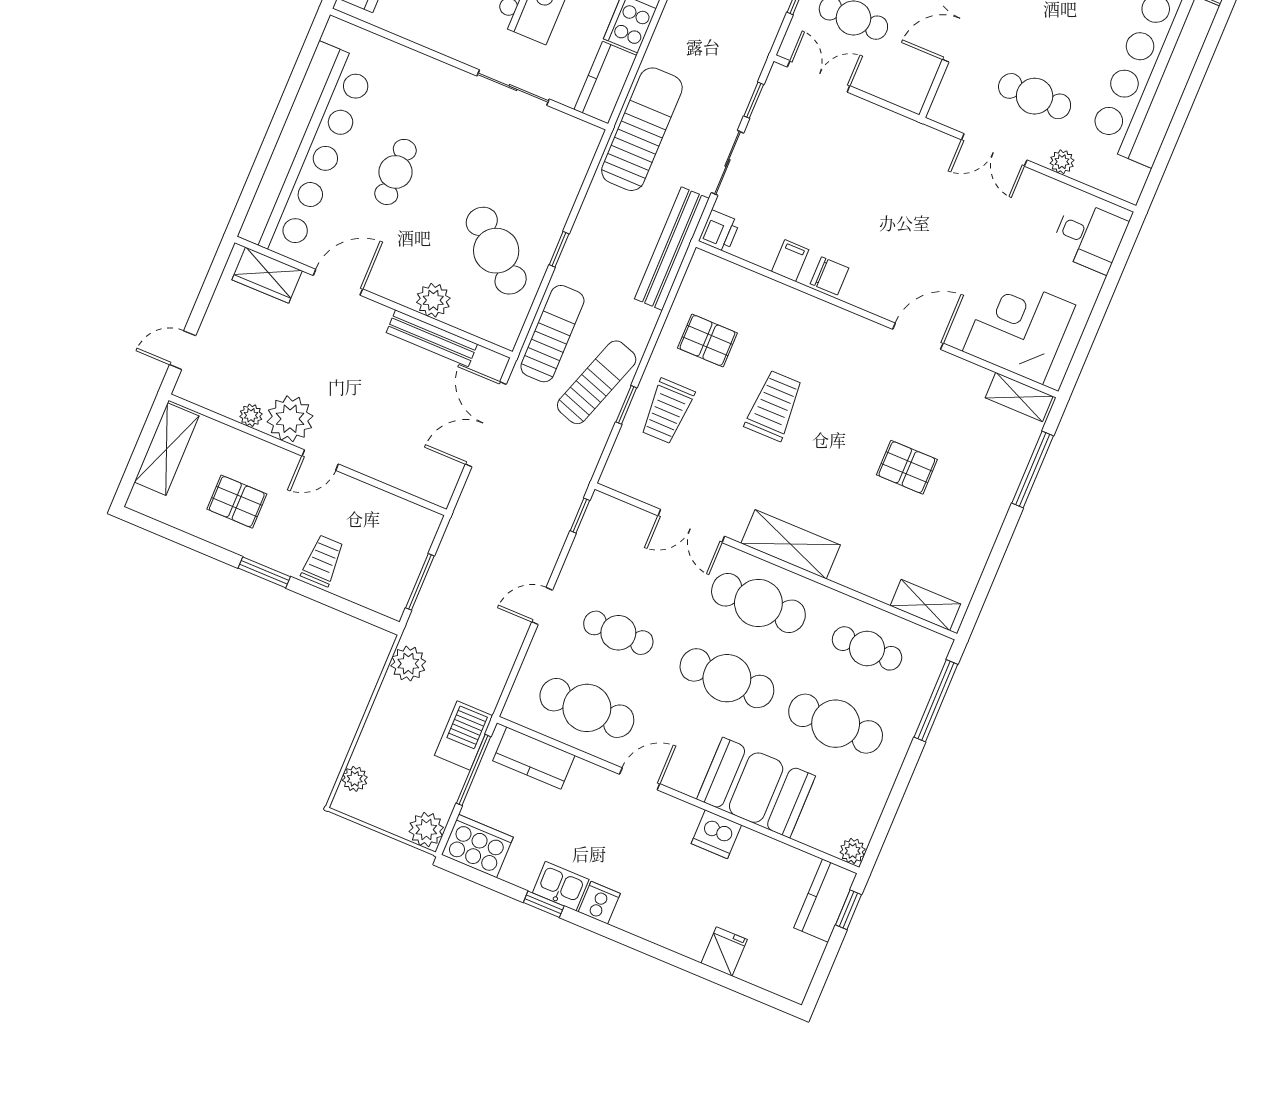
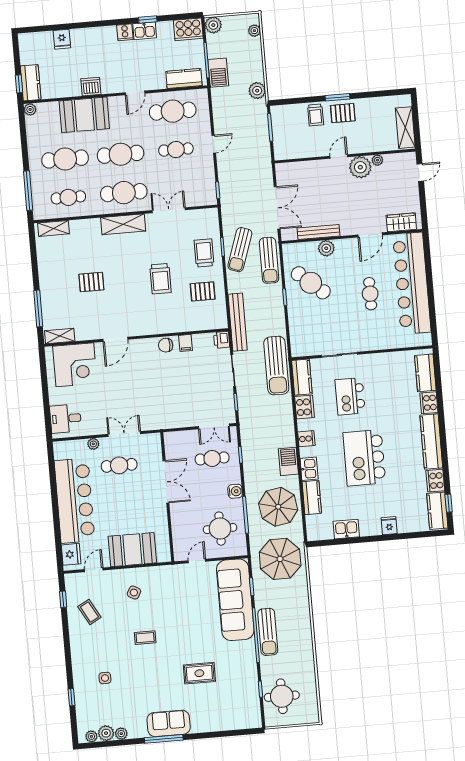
pallet: (237, 502) -> (343, 113), moved

